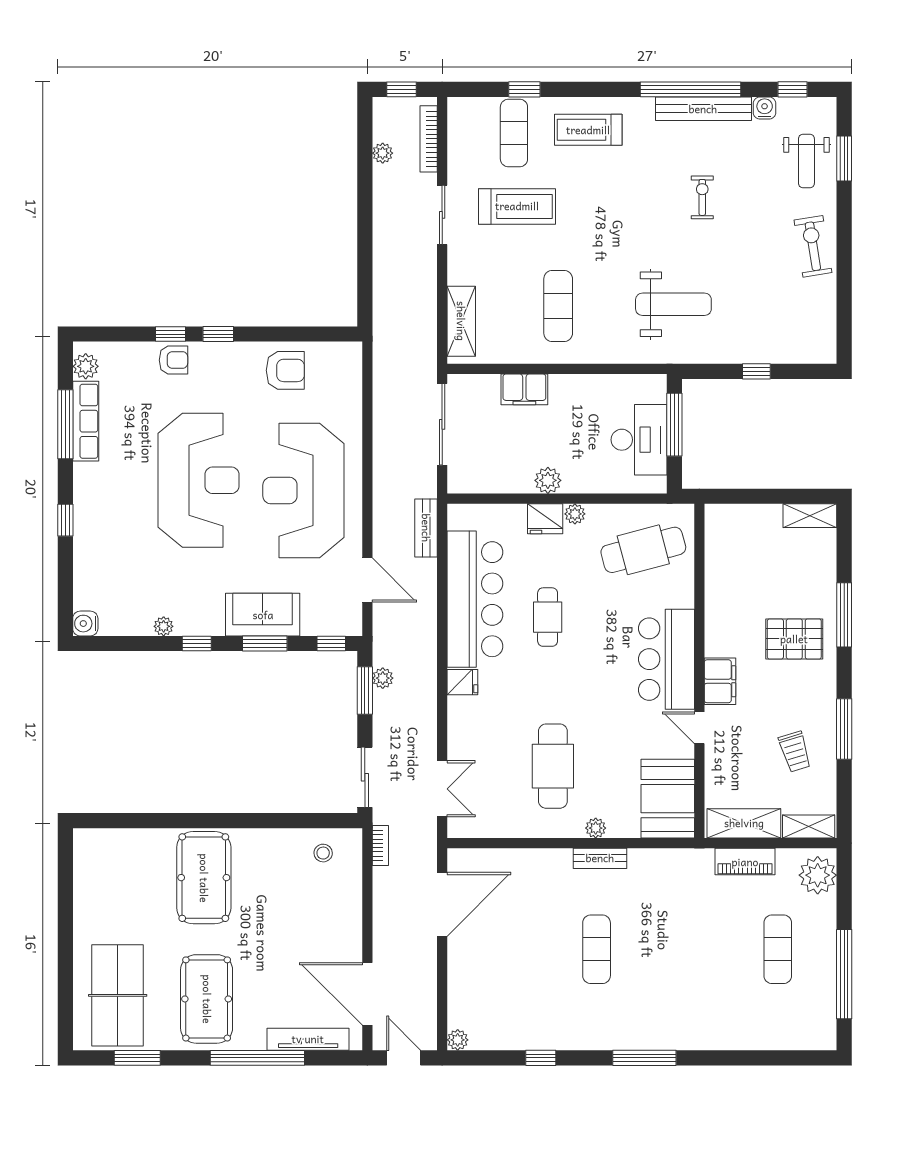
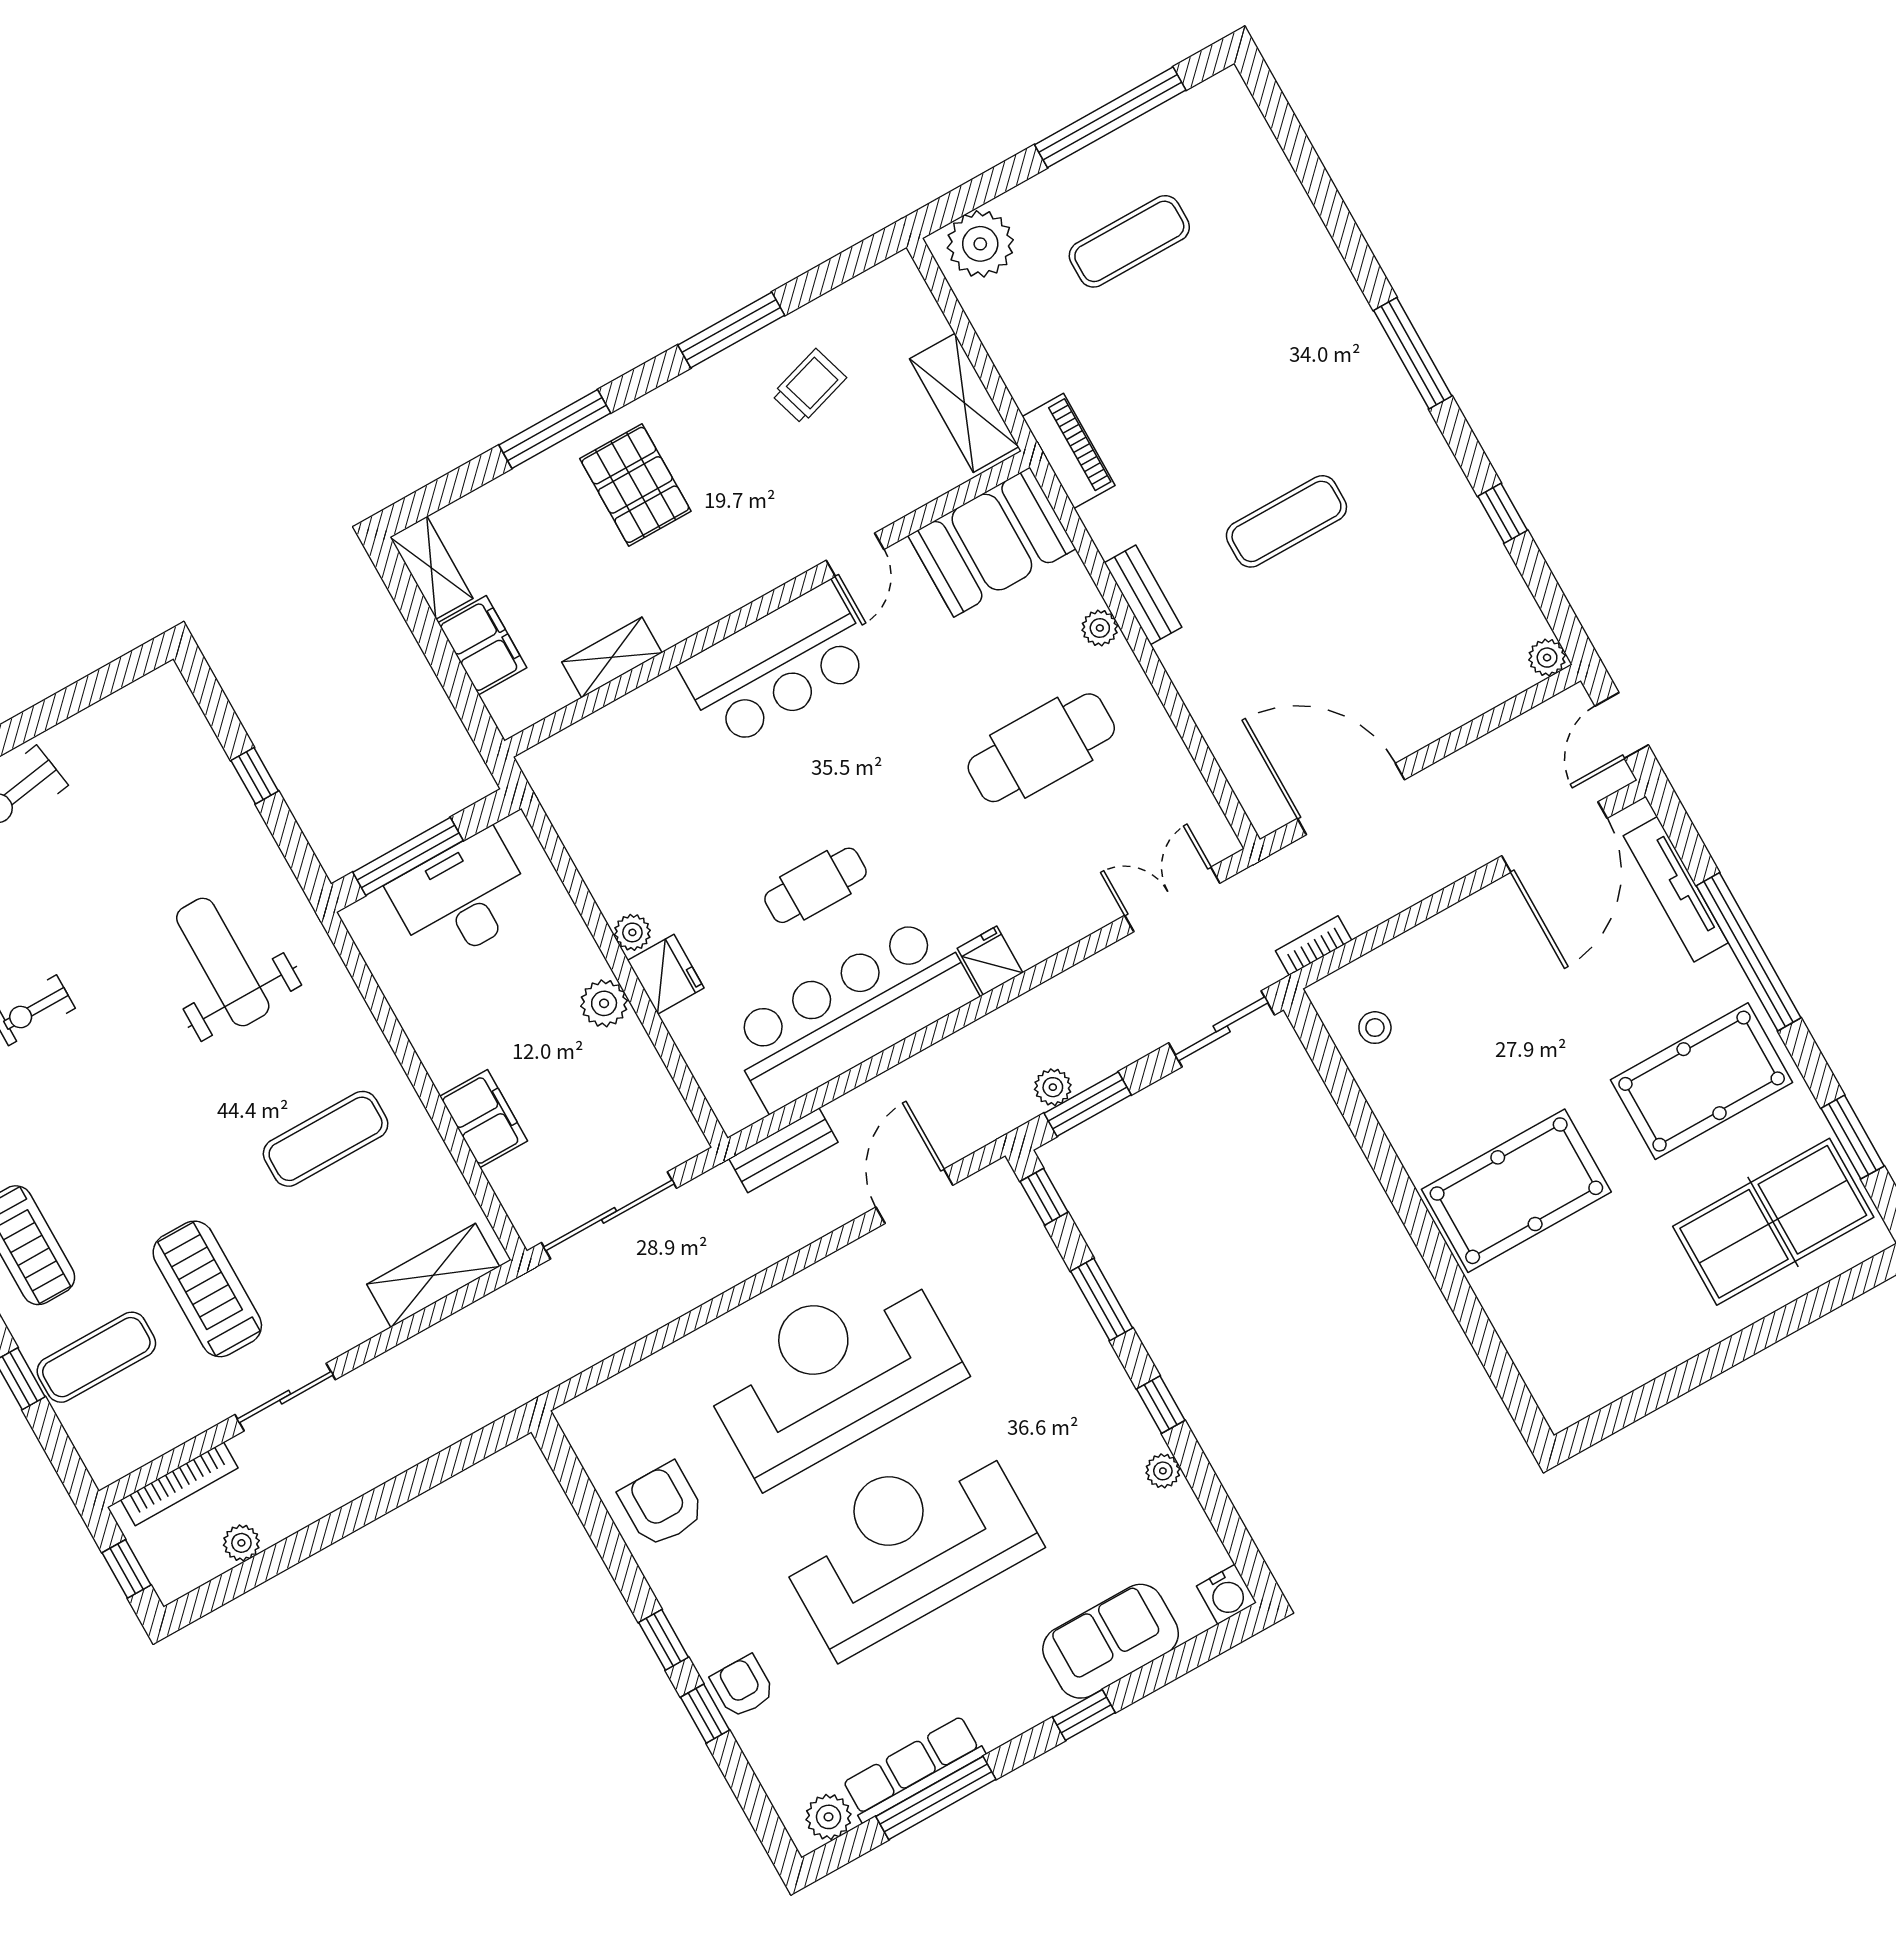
reception desk: (303, 490) -> (832, 1373), turned 180
cafe table: (643, 550) -> (629, 796), removed
sofa: (263, 615) -> (1111, 1641), moved, turned 90
filing cabinet: (720, 681) -> (482, 645), moved, turned 90
shelving: (809, 827) -> (612, 657), moved, turned 90
piano: (745, 862) -> (1069, 451), moved

